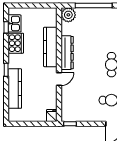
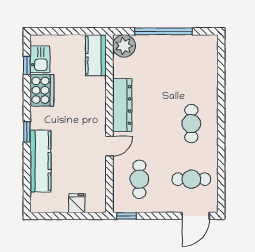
kitchen counter: (50, 47) -> (96, 55), moved, width x0.67
cafe table: (78, 100) -> (139, 179), added
fridge: (52, 115) -> (77, 203), moved

